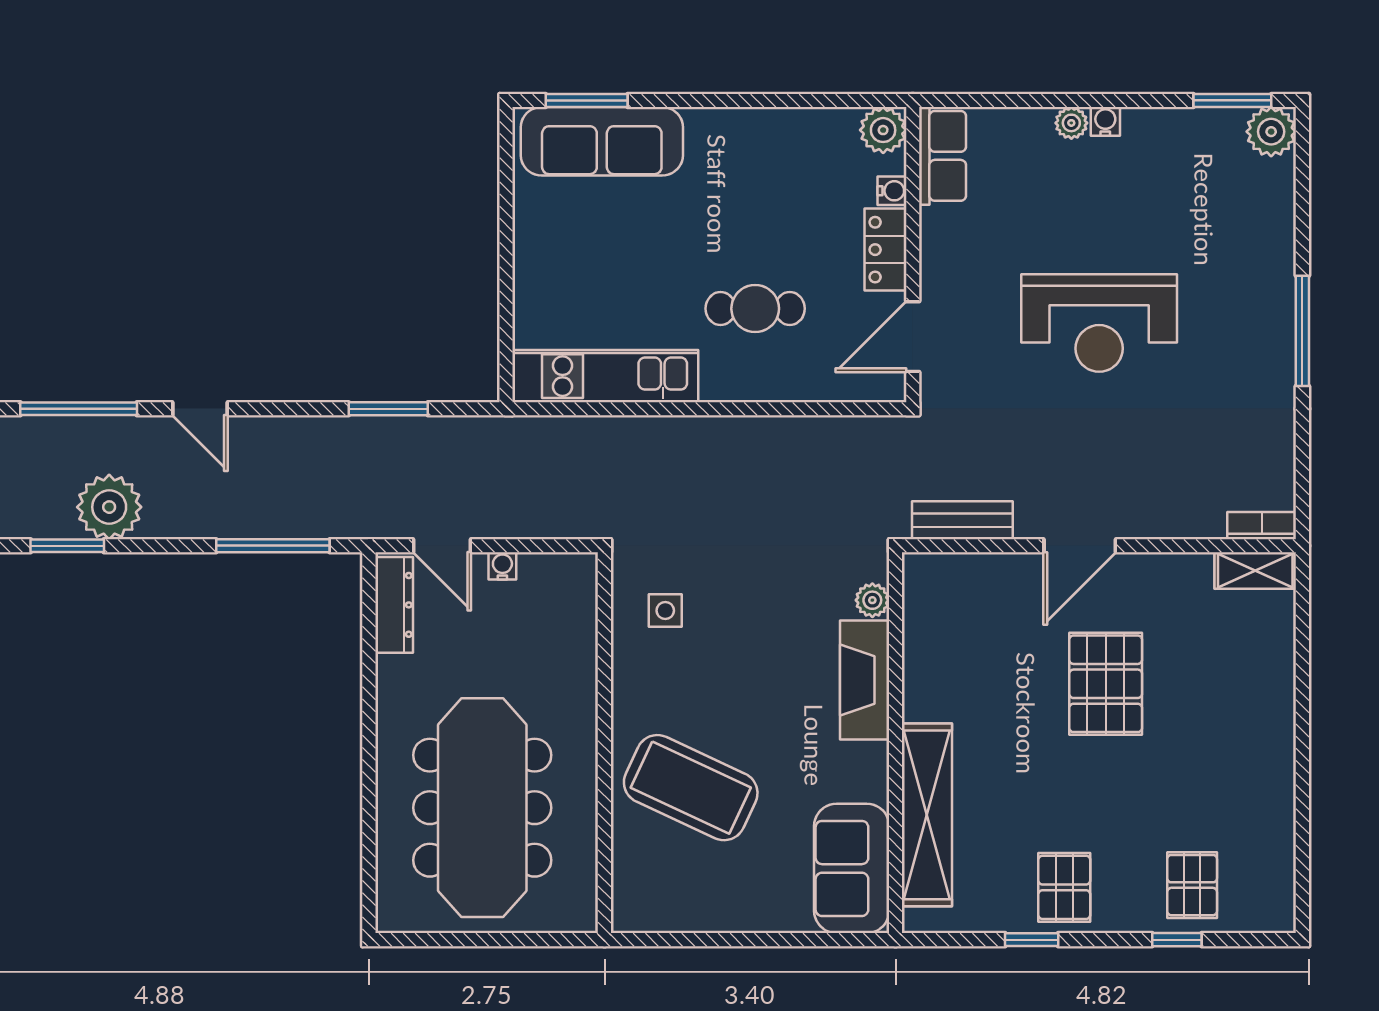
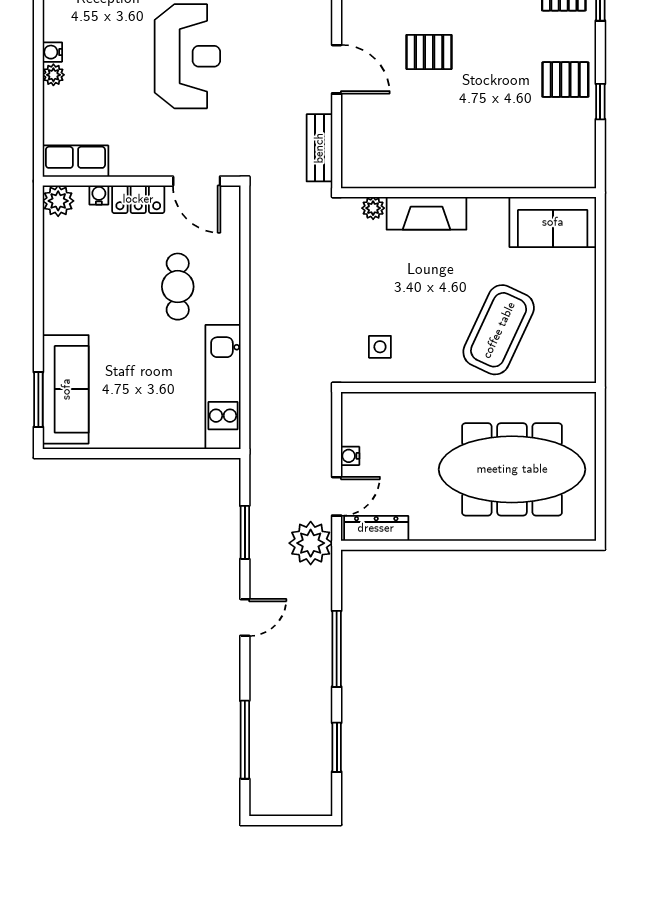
door: (200, 409) -> (245, 617), moved
plant: (109, 507) -> (311, 543), moved
window: (273, 546) -> (337, 649), moved
pallet: (1106, 684) -> (429, 52), width x0.67, depth x0.71
shelving: (927, 815) -> (517, 172), removed

